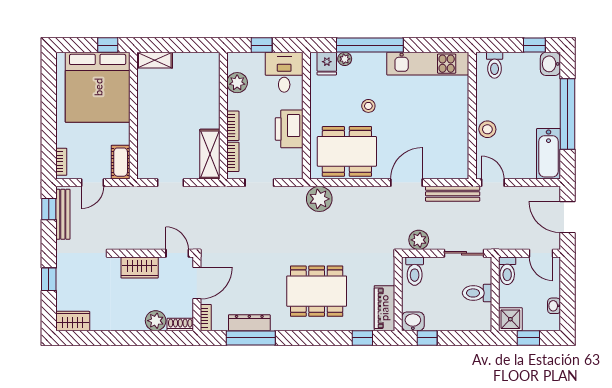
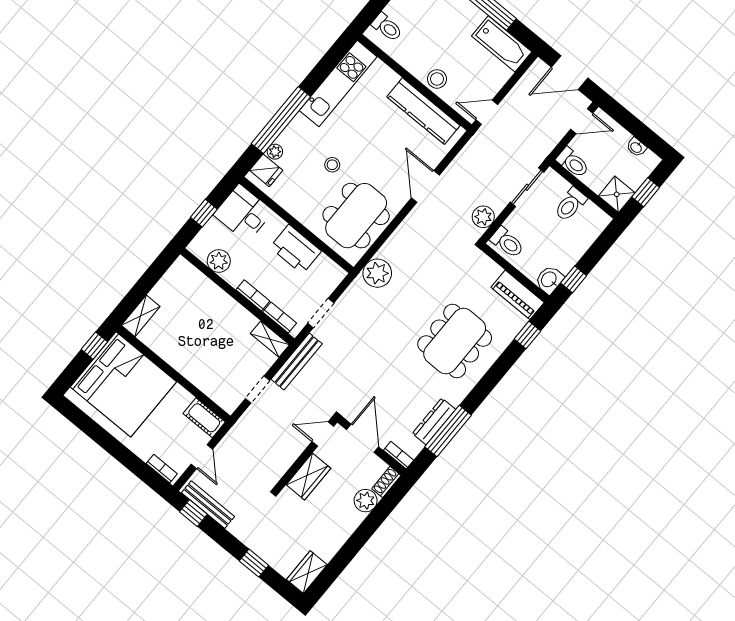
kitchen counter: (458, 138) -> (423, 111), added
shelving: (210, 154) -> (270, 339), width x0.67, depth x0.75
bench: (453, 194) -> (297, 362), moved

